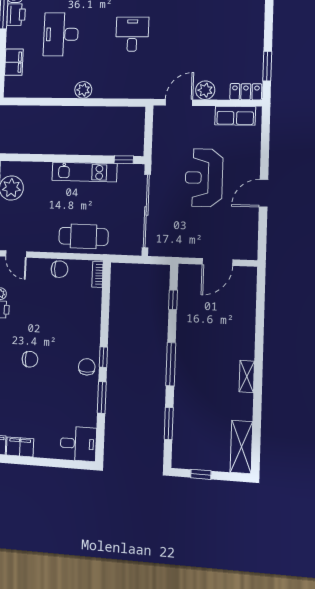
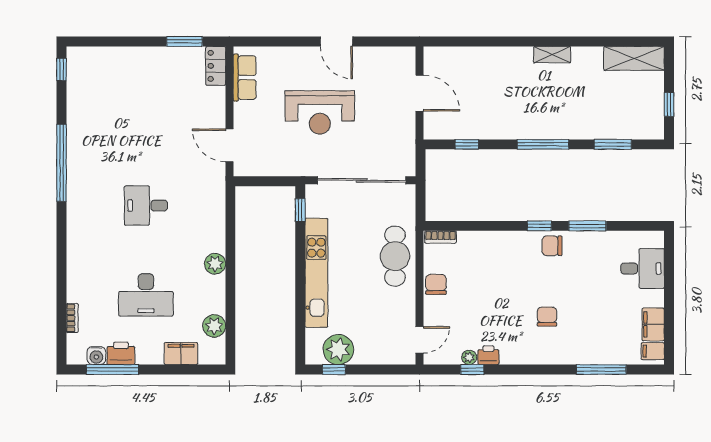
plant: (205, 90) -> (214, 326), moved
kitchen unit: (84, 172) -> (316, 273), width x1.36
desk: (78, 444) -> (643, 269), moved, turned 90

